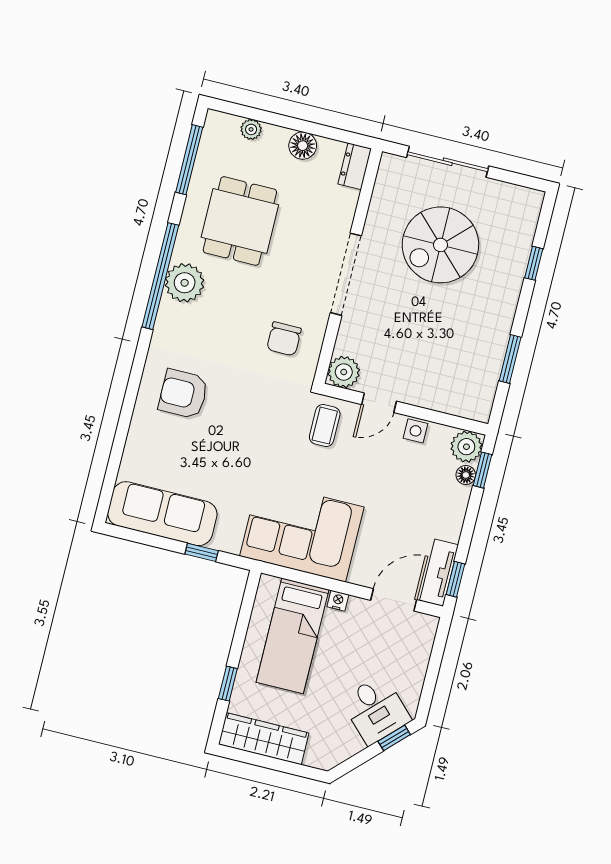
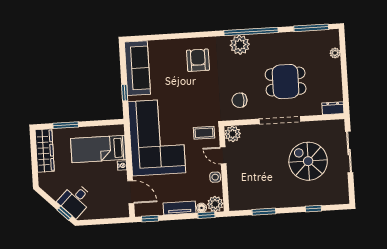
floor lamp: (303, 146) -> (335, 80), removed
dining table: (240, 221) -> (286, 82), moved
plant: (185, 283) -> (240, 45), moved
corner sofa: (302, 531) -> (157, 137), width x1.36, depth x1.36
tv unit: (439, 573) -> (180, 208), moved
window: (228, 684) -> (66, 125), width x1.50

